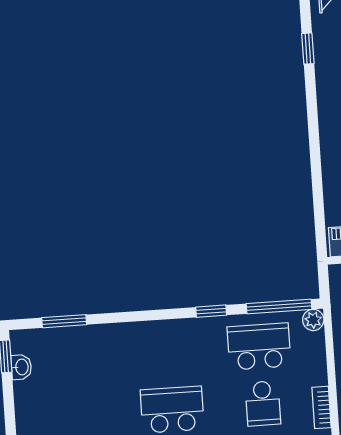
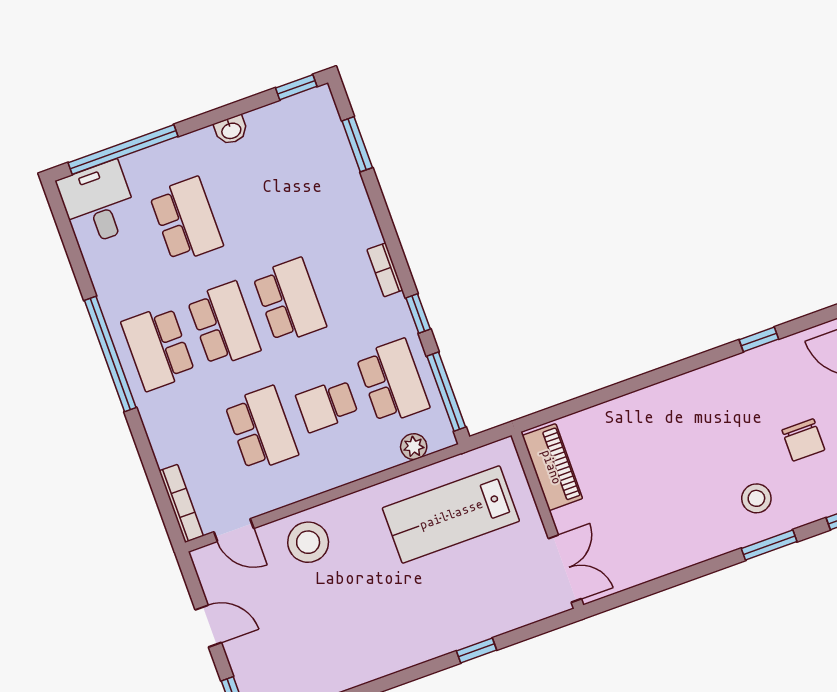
plant: (313, 320) -> (414, 447), moved
washbasin: (21, 367) -> (231, 130), moved
bookcase: (321, 407) -> (385, 270), moved, turned -90

